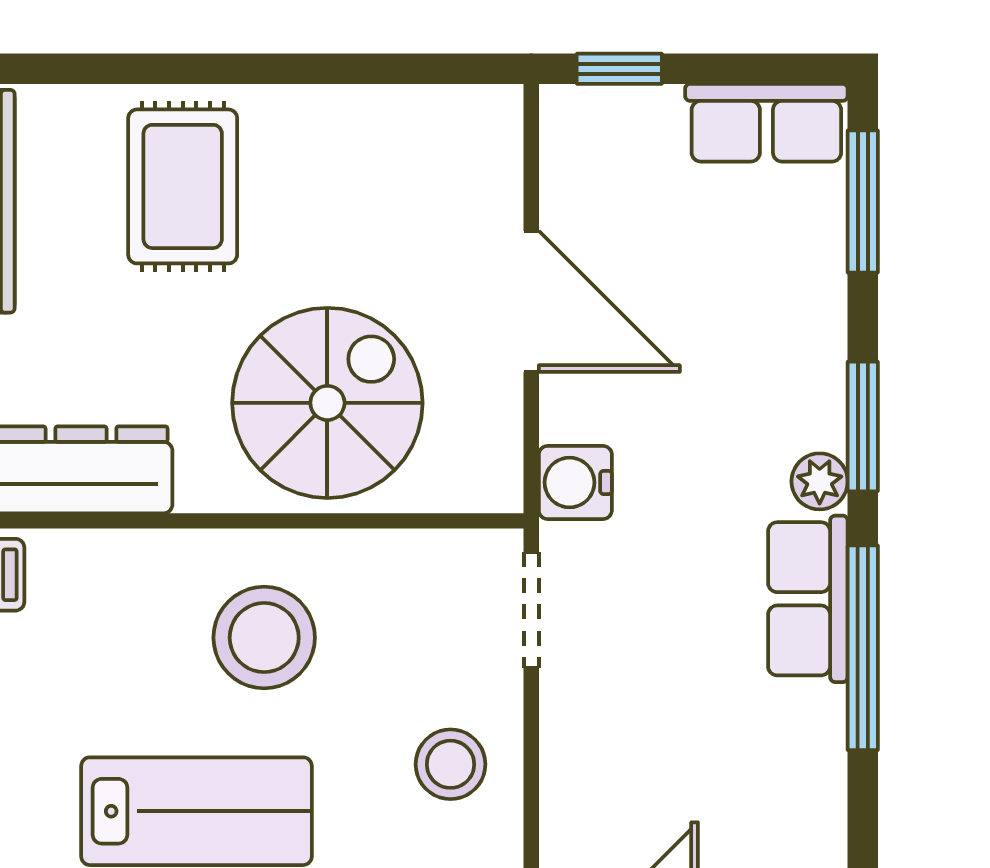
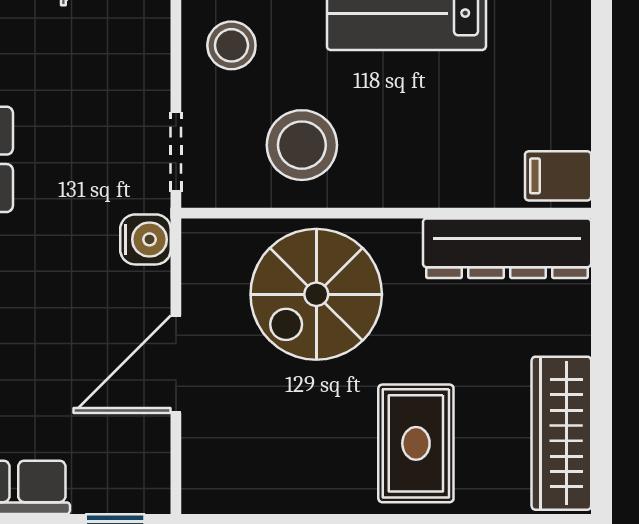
door: (531, 301) -> (176, 364), hinge flipped
stool: (264, 638) -> (302, 145), moved

